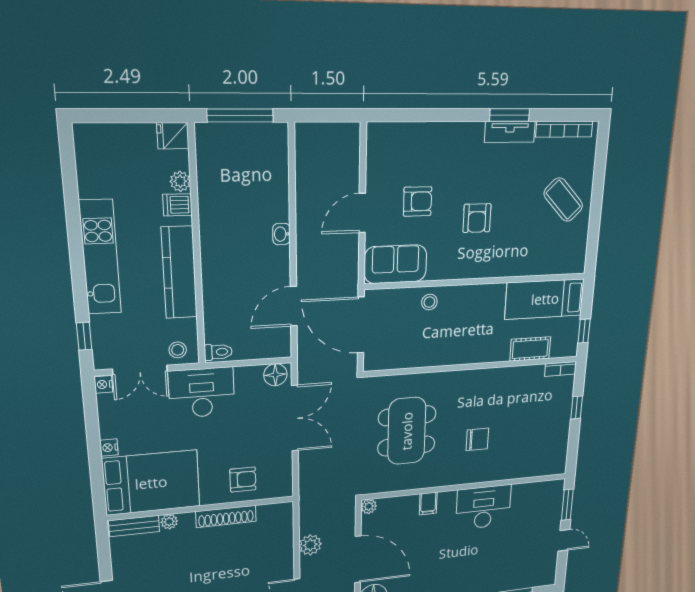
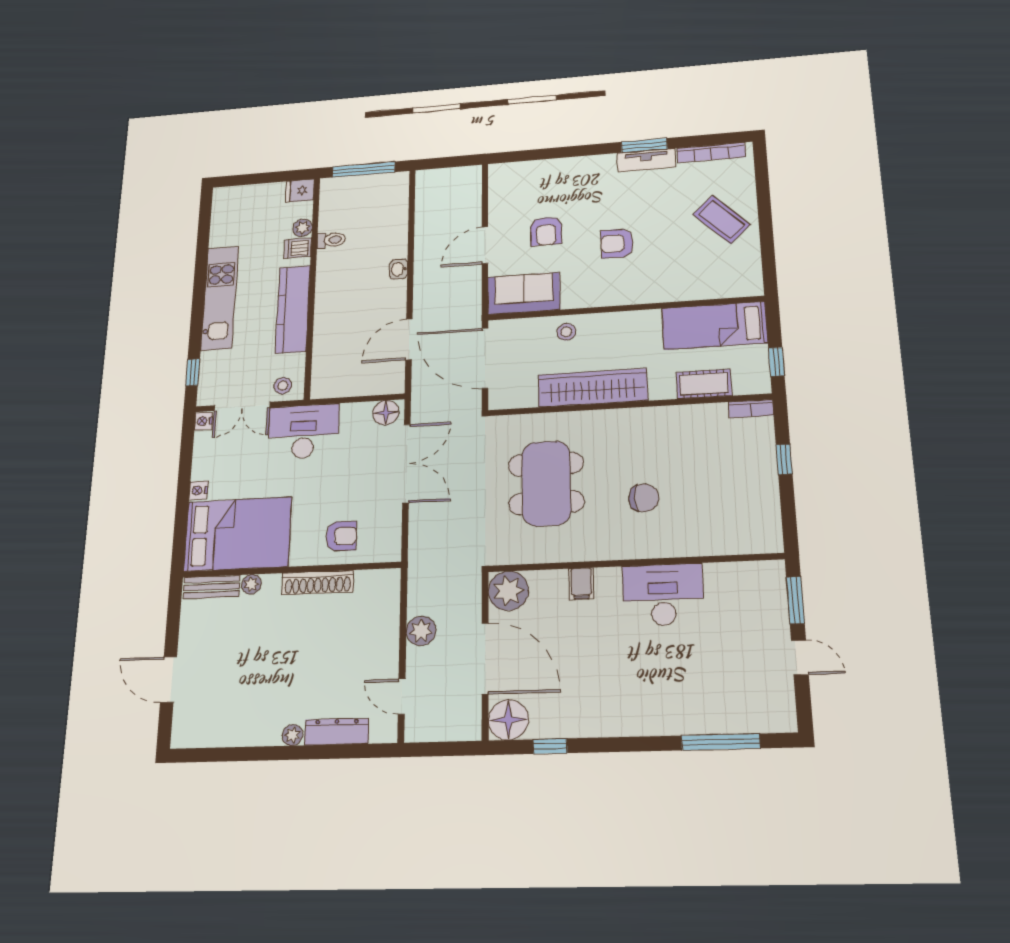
armchair: (418, 201) -> (546, 231), turned 90
armchair: (477, 218) -> (617, 243), turned 90
toilet: (218, 352) -> (331, 240), moved
wardrobe: (447, 352) -> (593, 388), added
plant: (369, 506) -> (508, 591), width x1.88, depth x1.88

